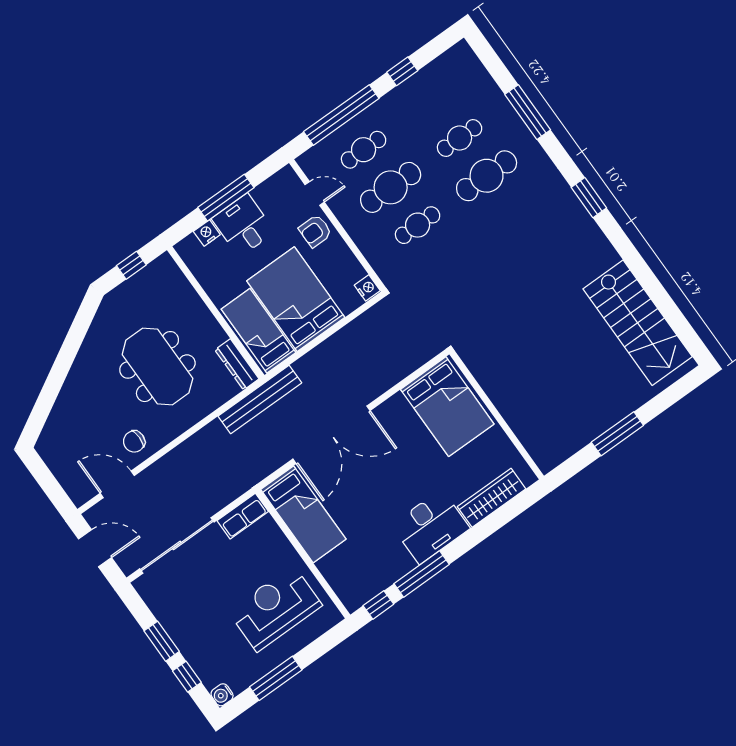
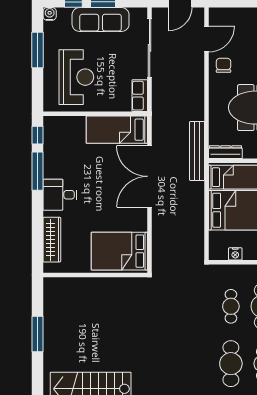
nightstand: (367, 288) -> (235, 254), moved
desk: (431, 527) -> (60, 195), width x0.73
sofa: (185, 629) -> (101, 19), added

